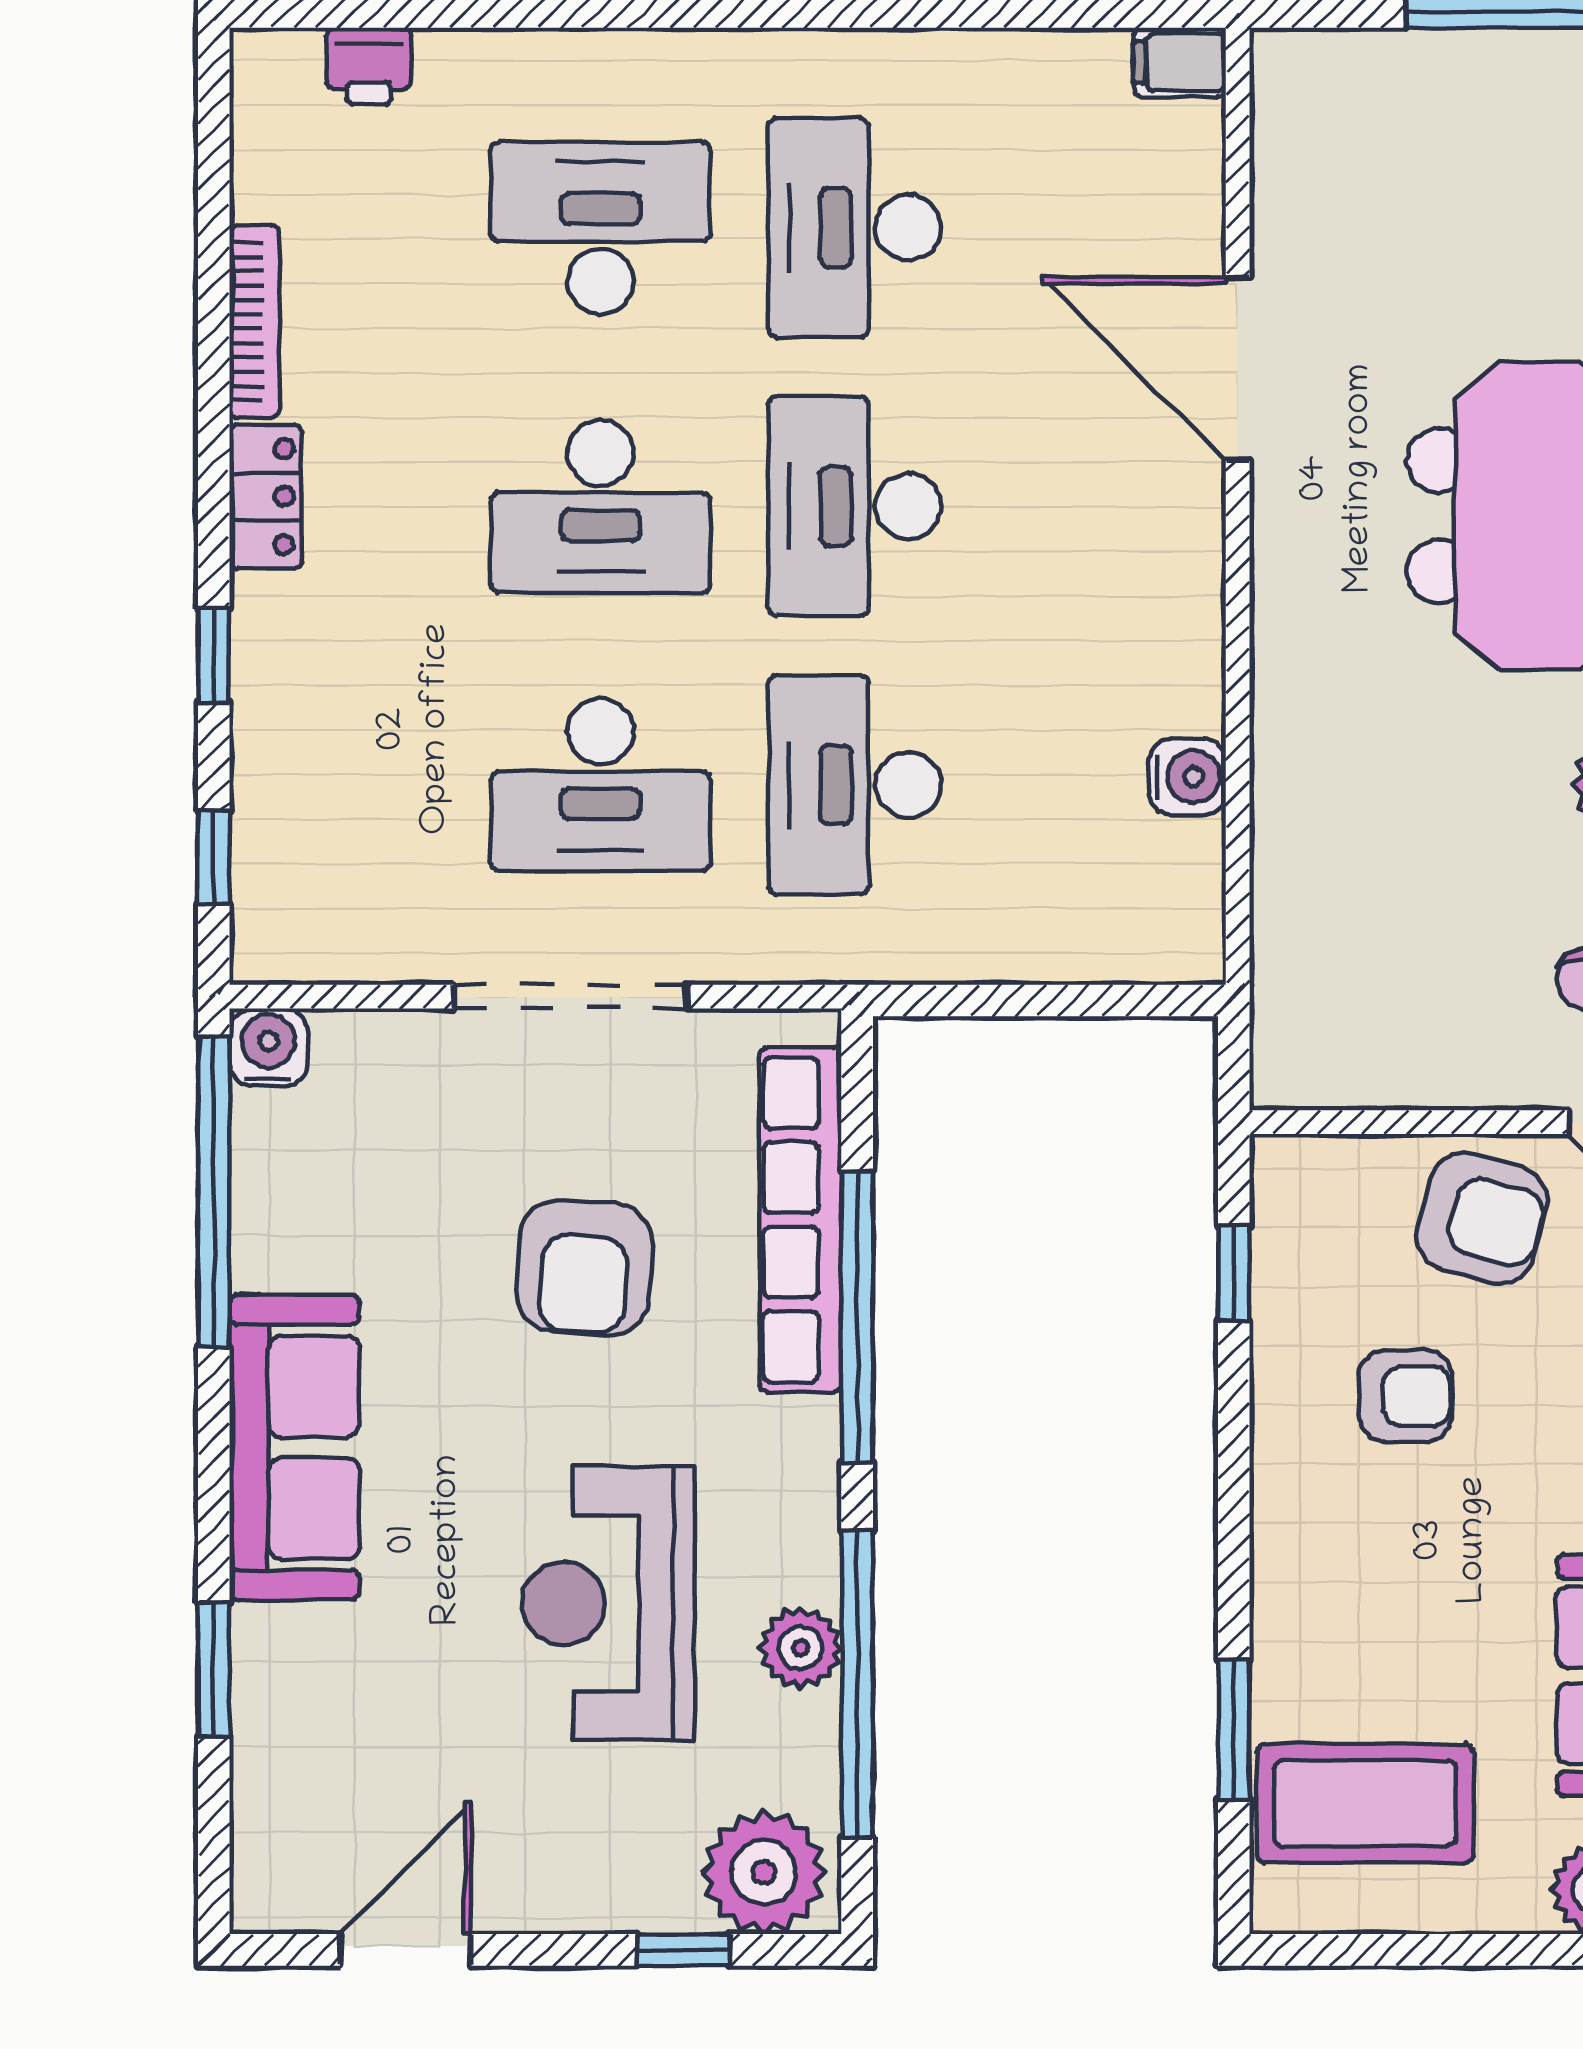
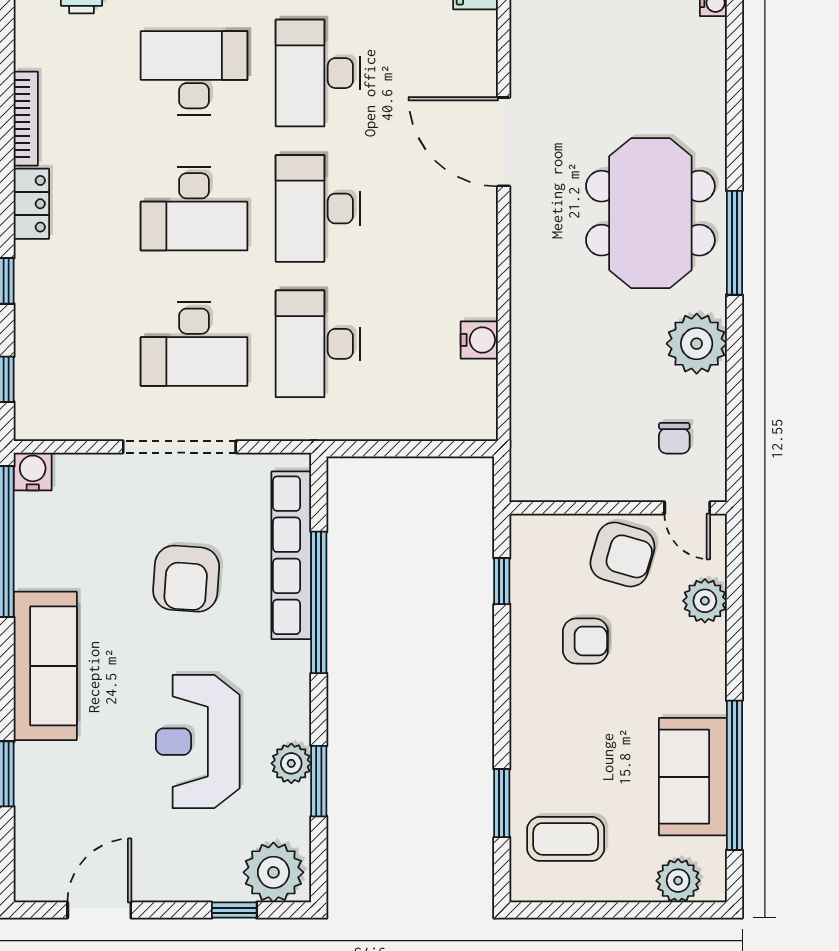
window: (857, 1684) -> (319, 781), width x0.47
coffee table: (1365, 1803) -> (566, 839), width x0.73, depth x0.76

